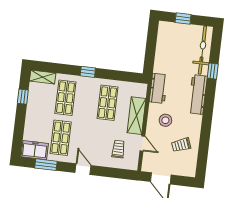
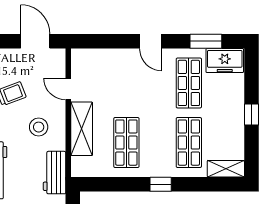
window: (23, 97) -> (251, 115), moved
trolley: (118, 149) -> (103, 77), removed

